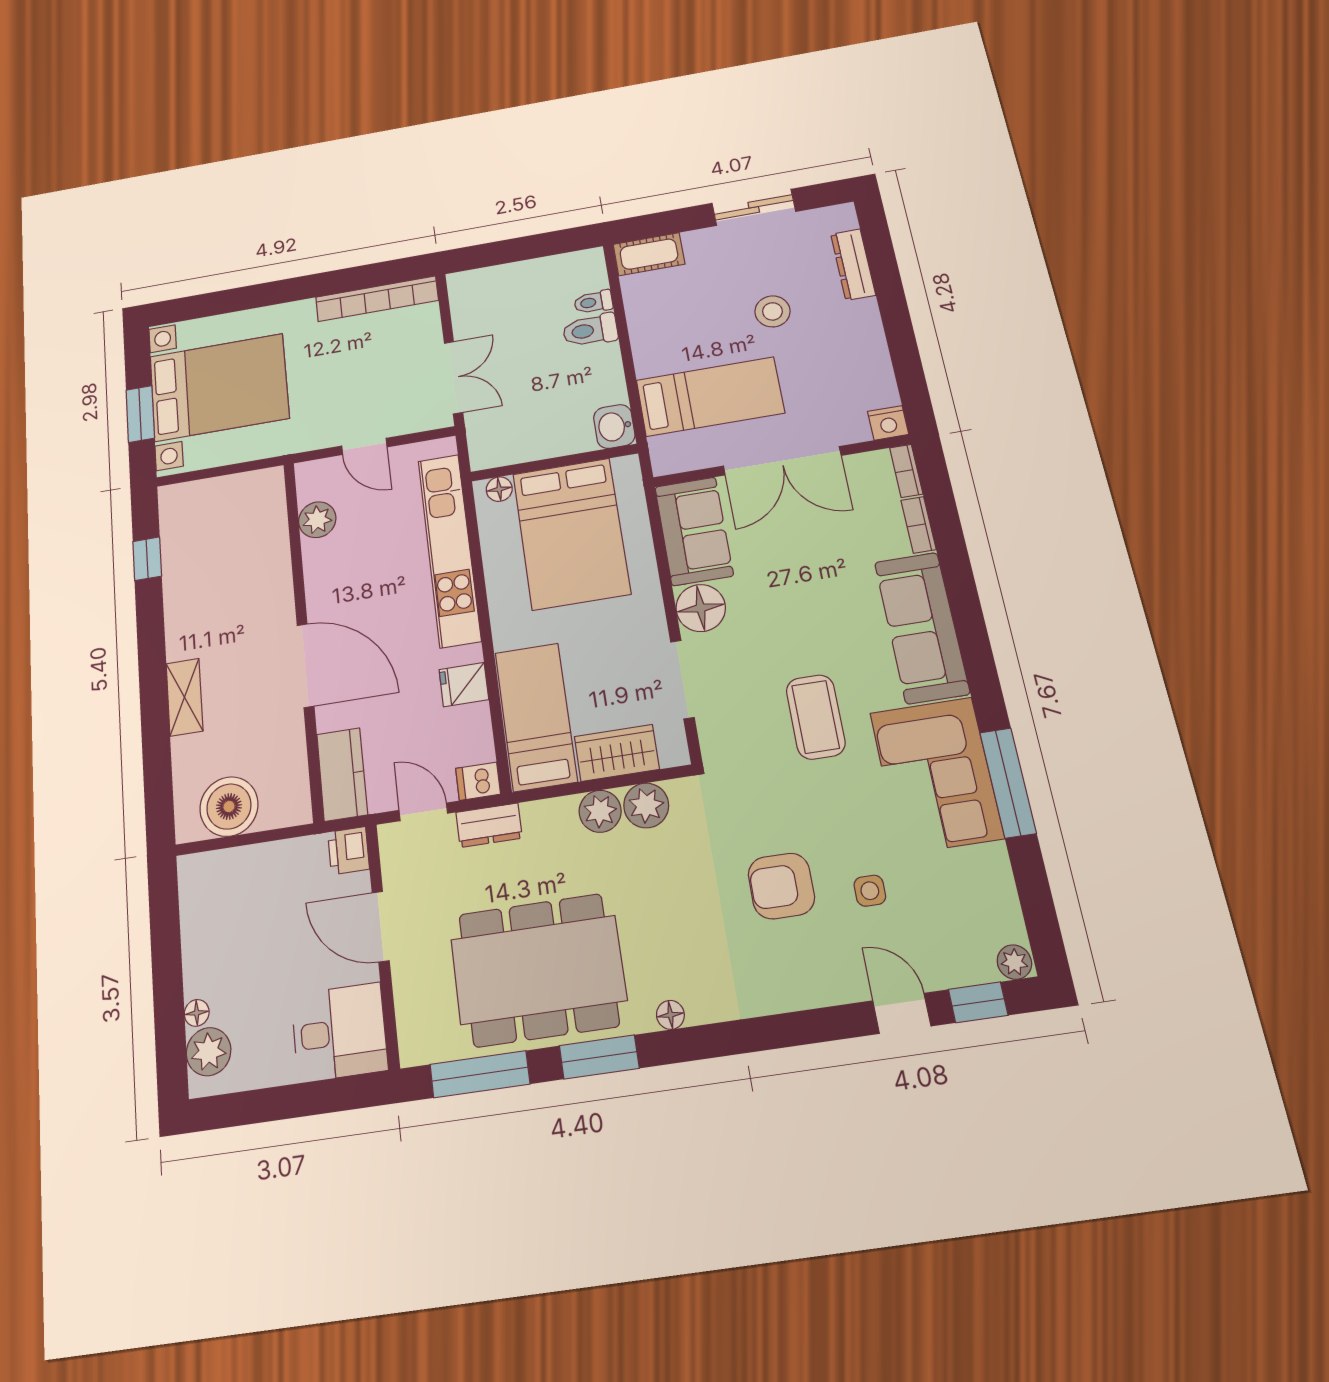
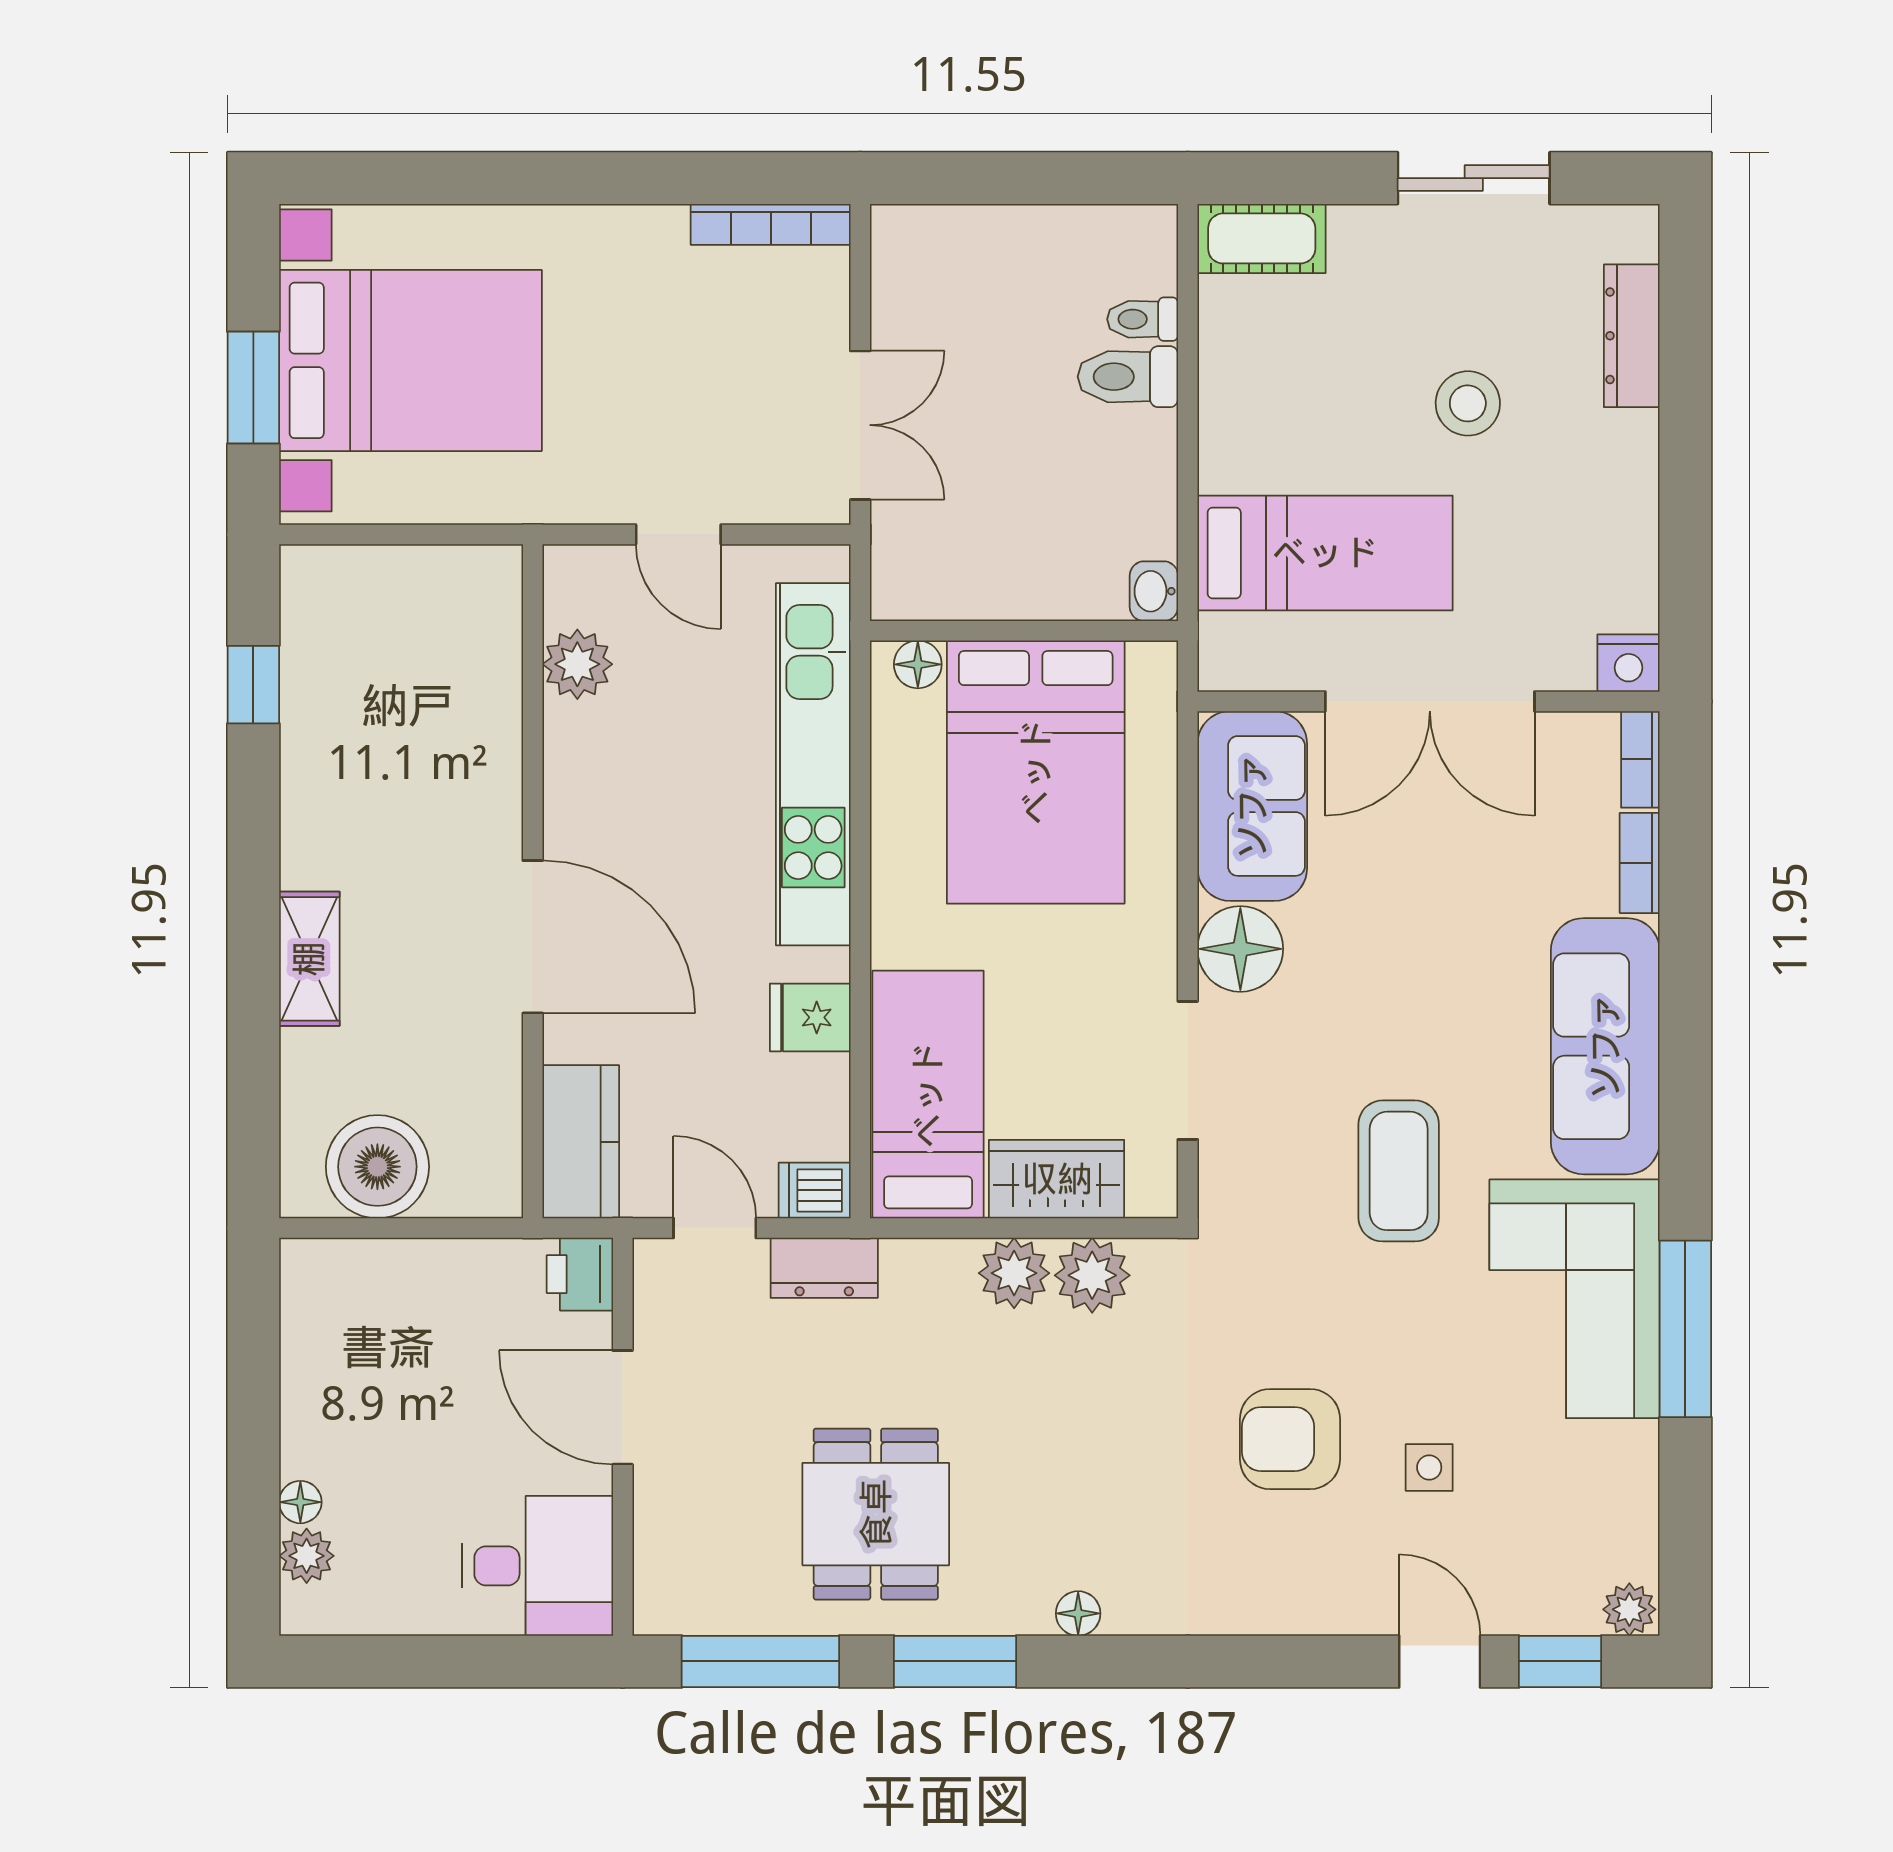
bookcase: (377, 299) -> (771, 224), width x0.68, depth x0.76
washbasin: (614, 426) -> (1154, 591), width x0.72, depth x0.69
dining table: (538, 970) -> (876, 1514), width x0.53, depth x0.80
plant: (209, 1052) -> (307, 1556), width x0.73, depth x0.73

